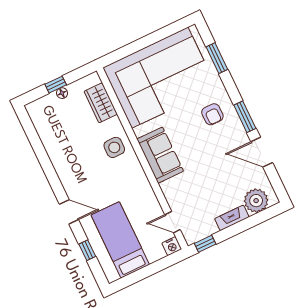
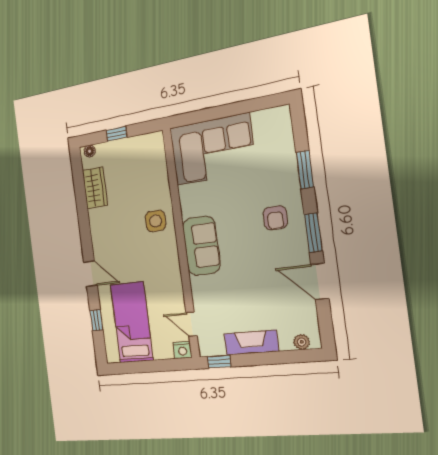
window: (217, 58) -> (305, 170), moved
corner sofa: (160, 78) -> (213, 149), width x0.73, depth x0.74
floor lamp: (62, 93) -> (90, 151), moved
wardrobe: (101, 103) -> (95, 188), moved, turned 180
plant: (256, 201) -> (302, 342), width x0.53, depth x0.53
fireplace: (232, 218) -> (251, 343), width x1.37, depth x1.32

